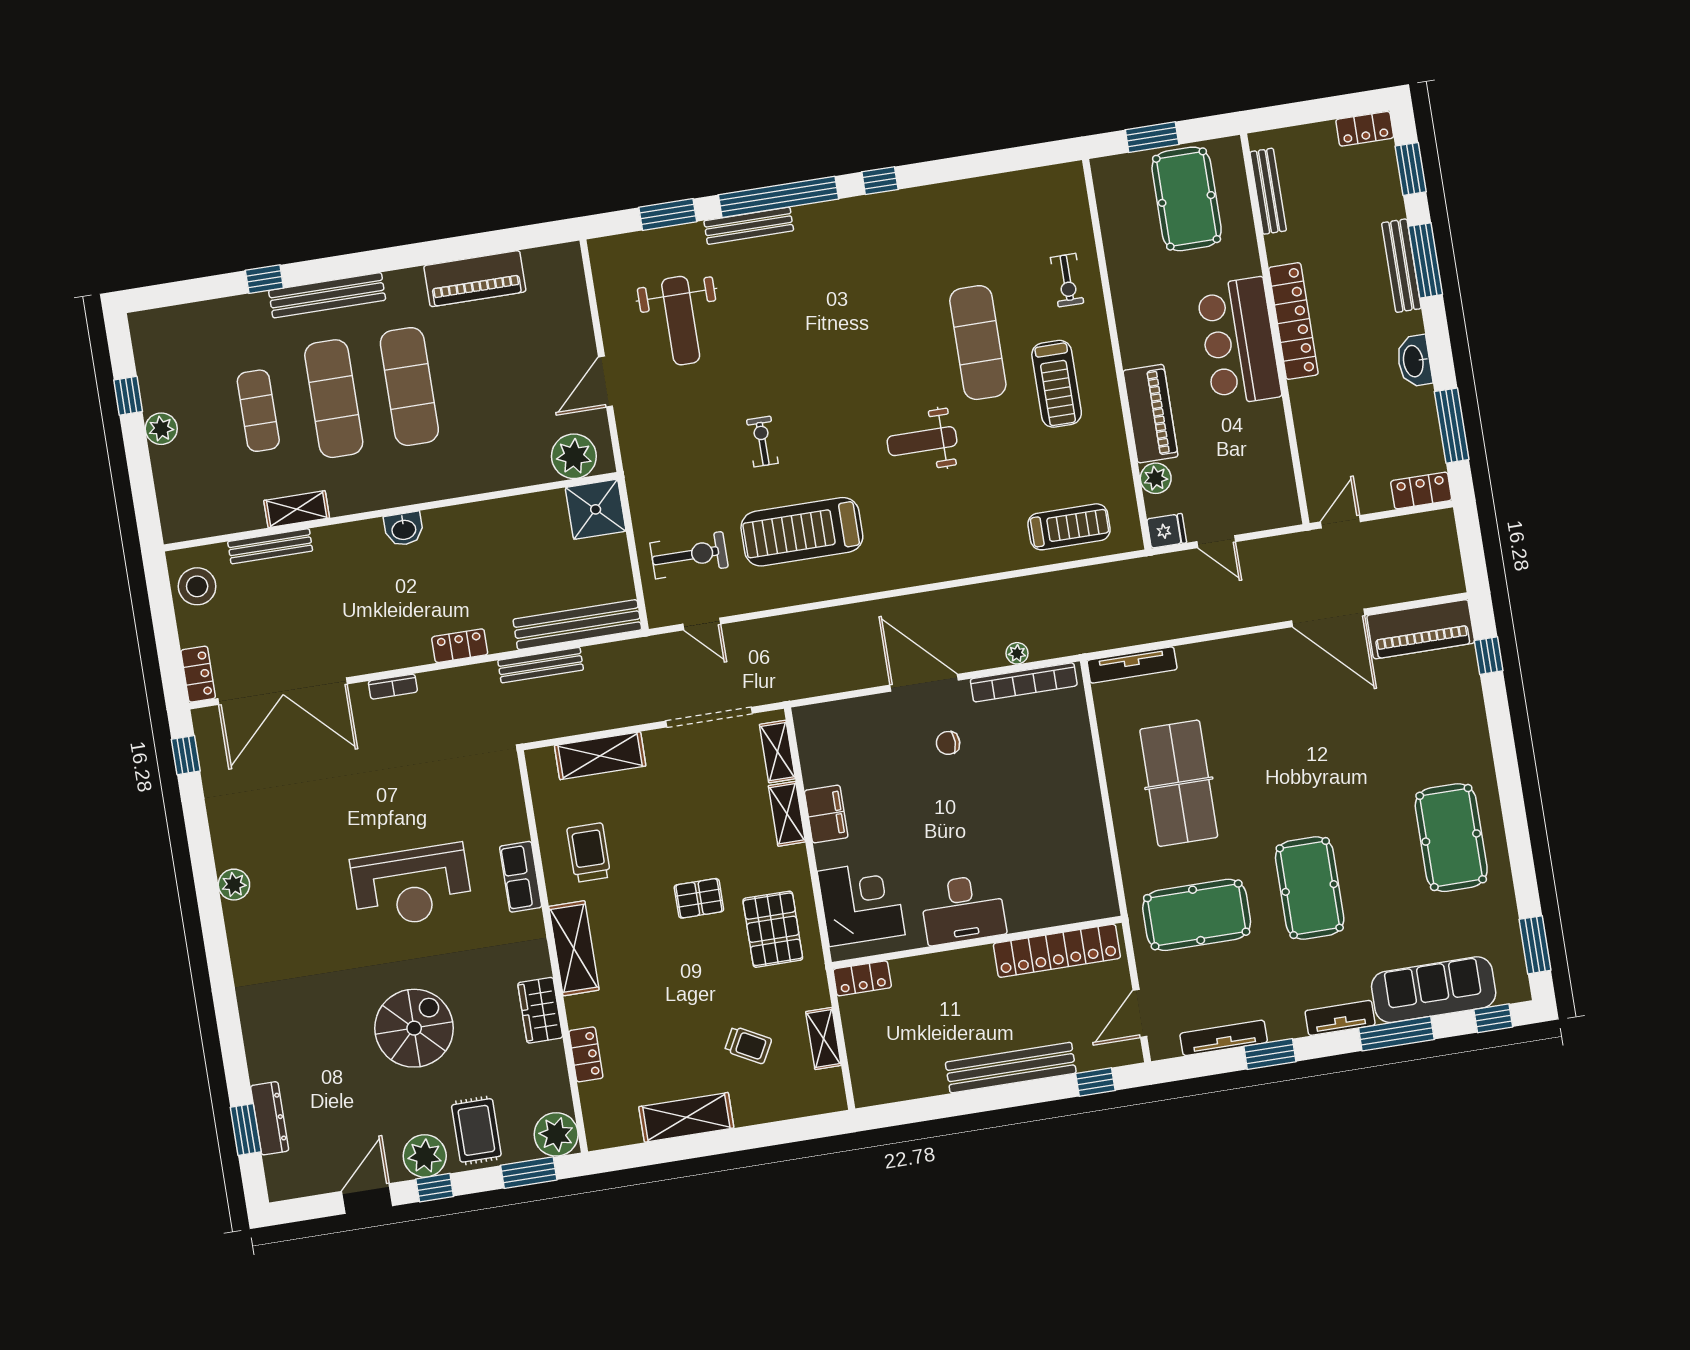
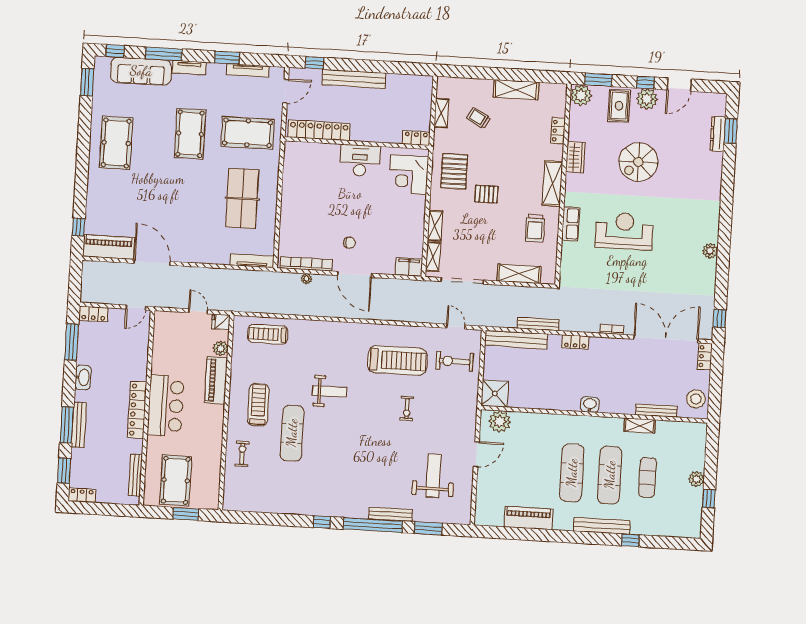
filing cabinet: (826, 814) -> (409, 267), moved, turned 90

